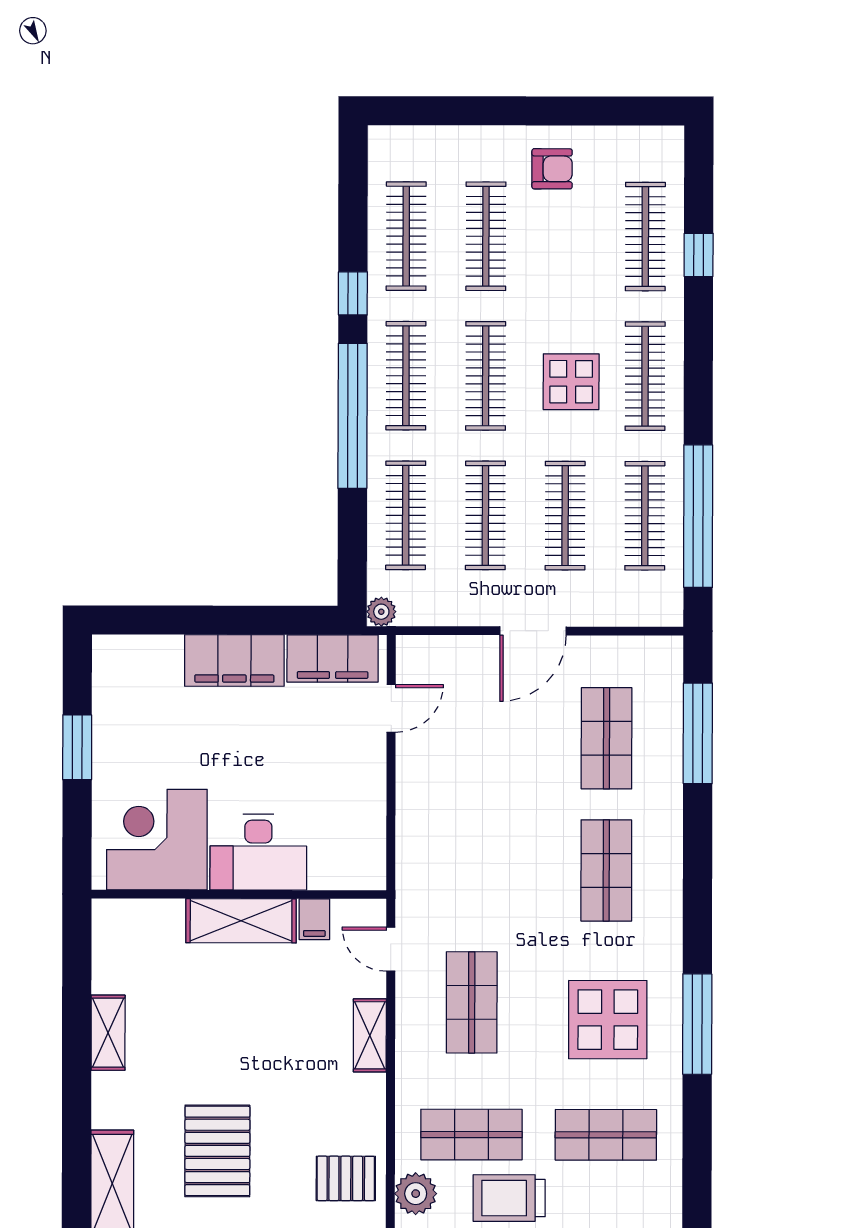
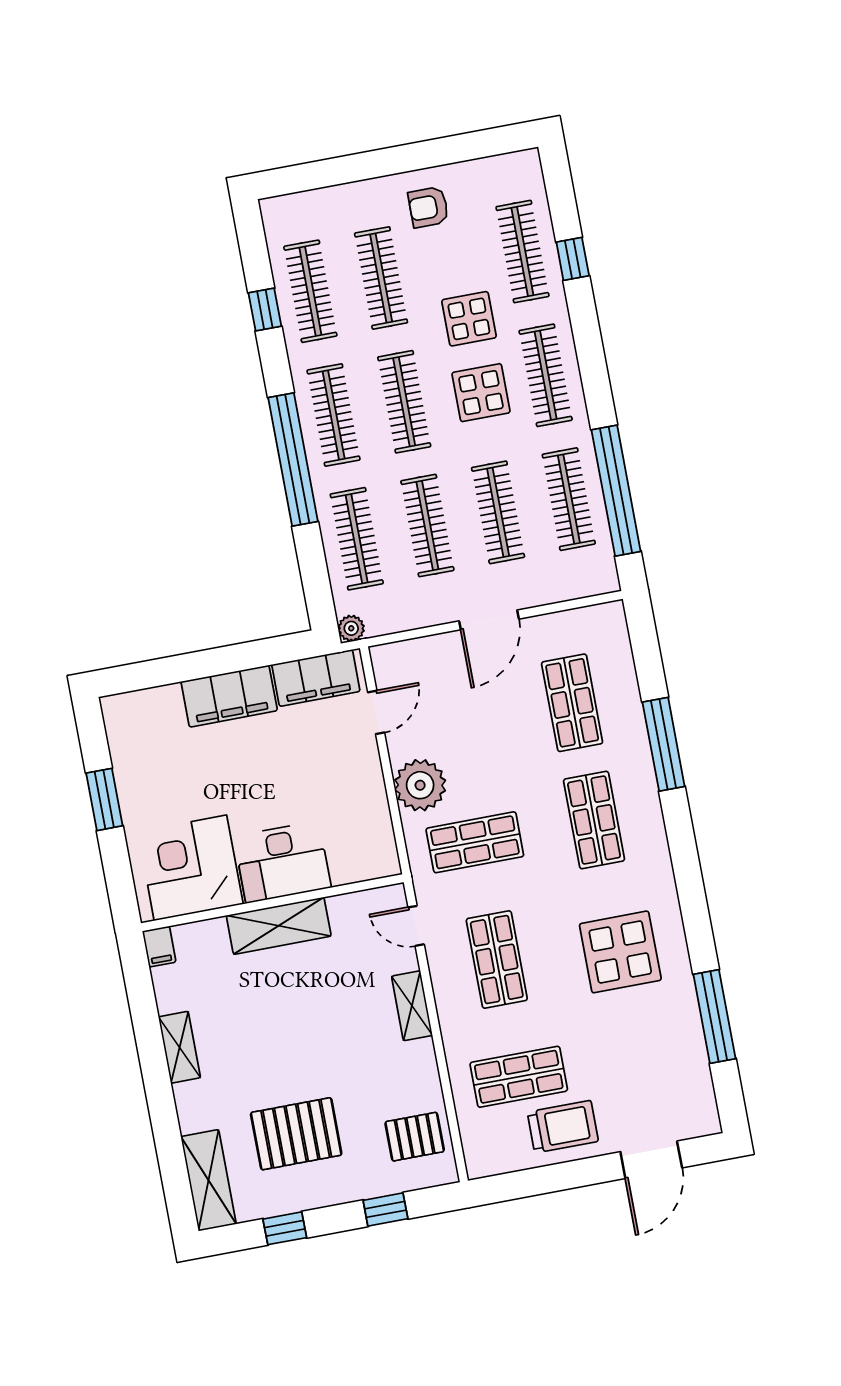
armchair: (552, 169) -> (428, 207), turned 180
window: (353, 293) -> (265, 309), moved
display table: (573, 299) -> (469, 319), added
window: (698, 733) -> (664, 744), moved
filing cabinet: (314, 919) -> (159, 947), moved
window: (697, 1024) -> (714, 1016), moved
shop shelf: (606, 1135) -> (475, 842), moved
pallet: (217, 1151) -> (296, 1134), turned 90
plant: (416, 1194) -> (420, 785), moved, width x1.36, depth x1.36
trolley: (509, 1198) -> (563, 1127), turned 180

